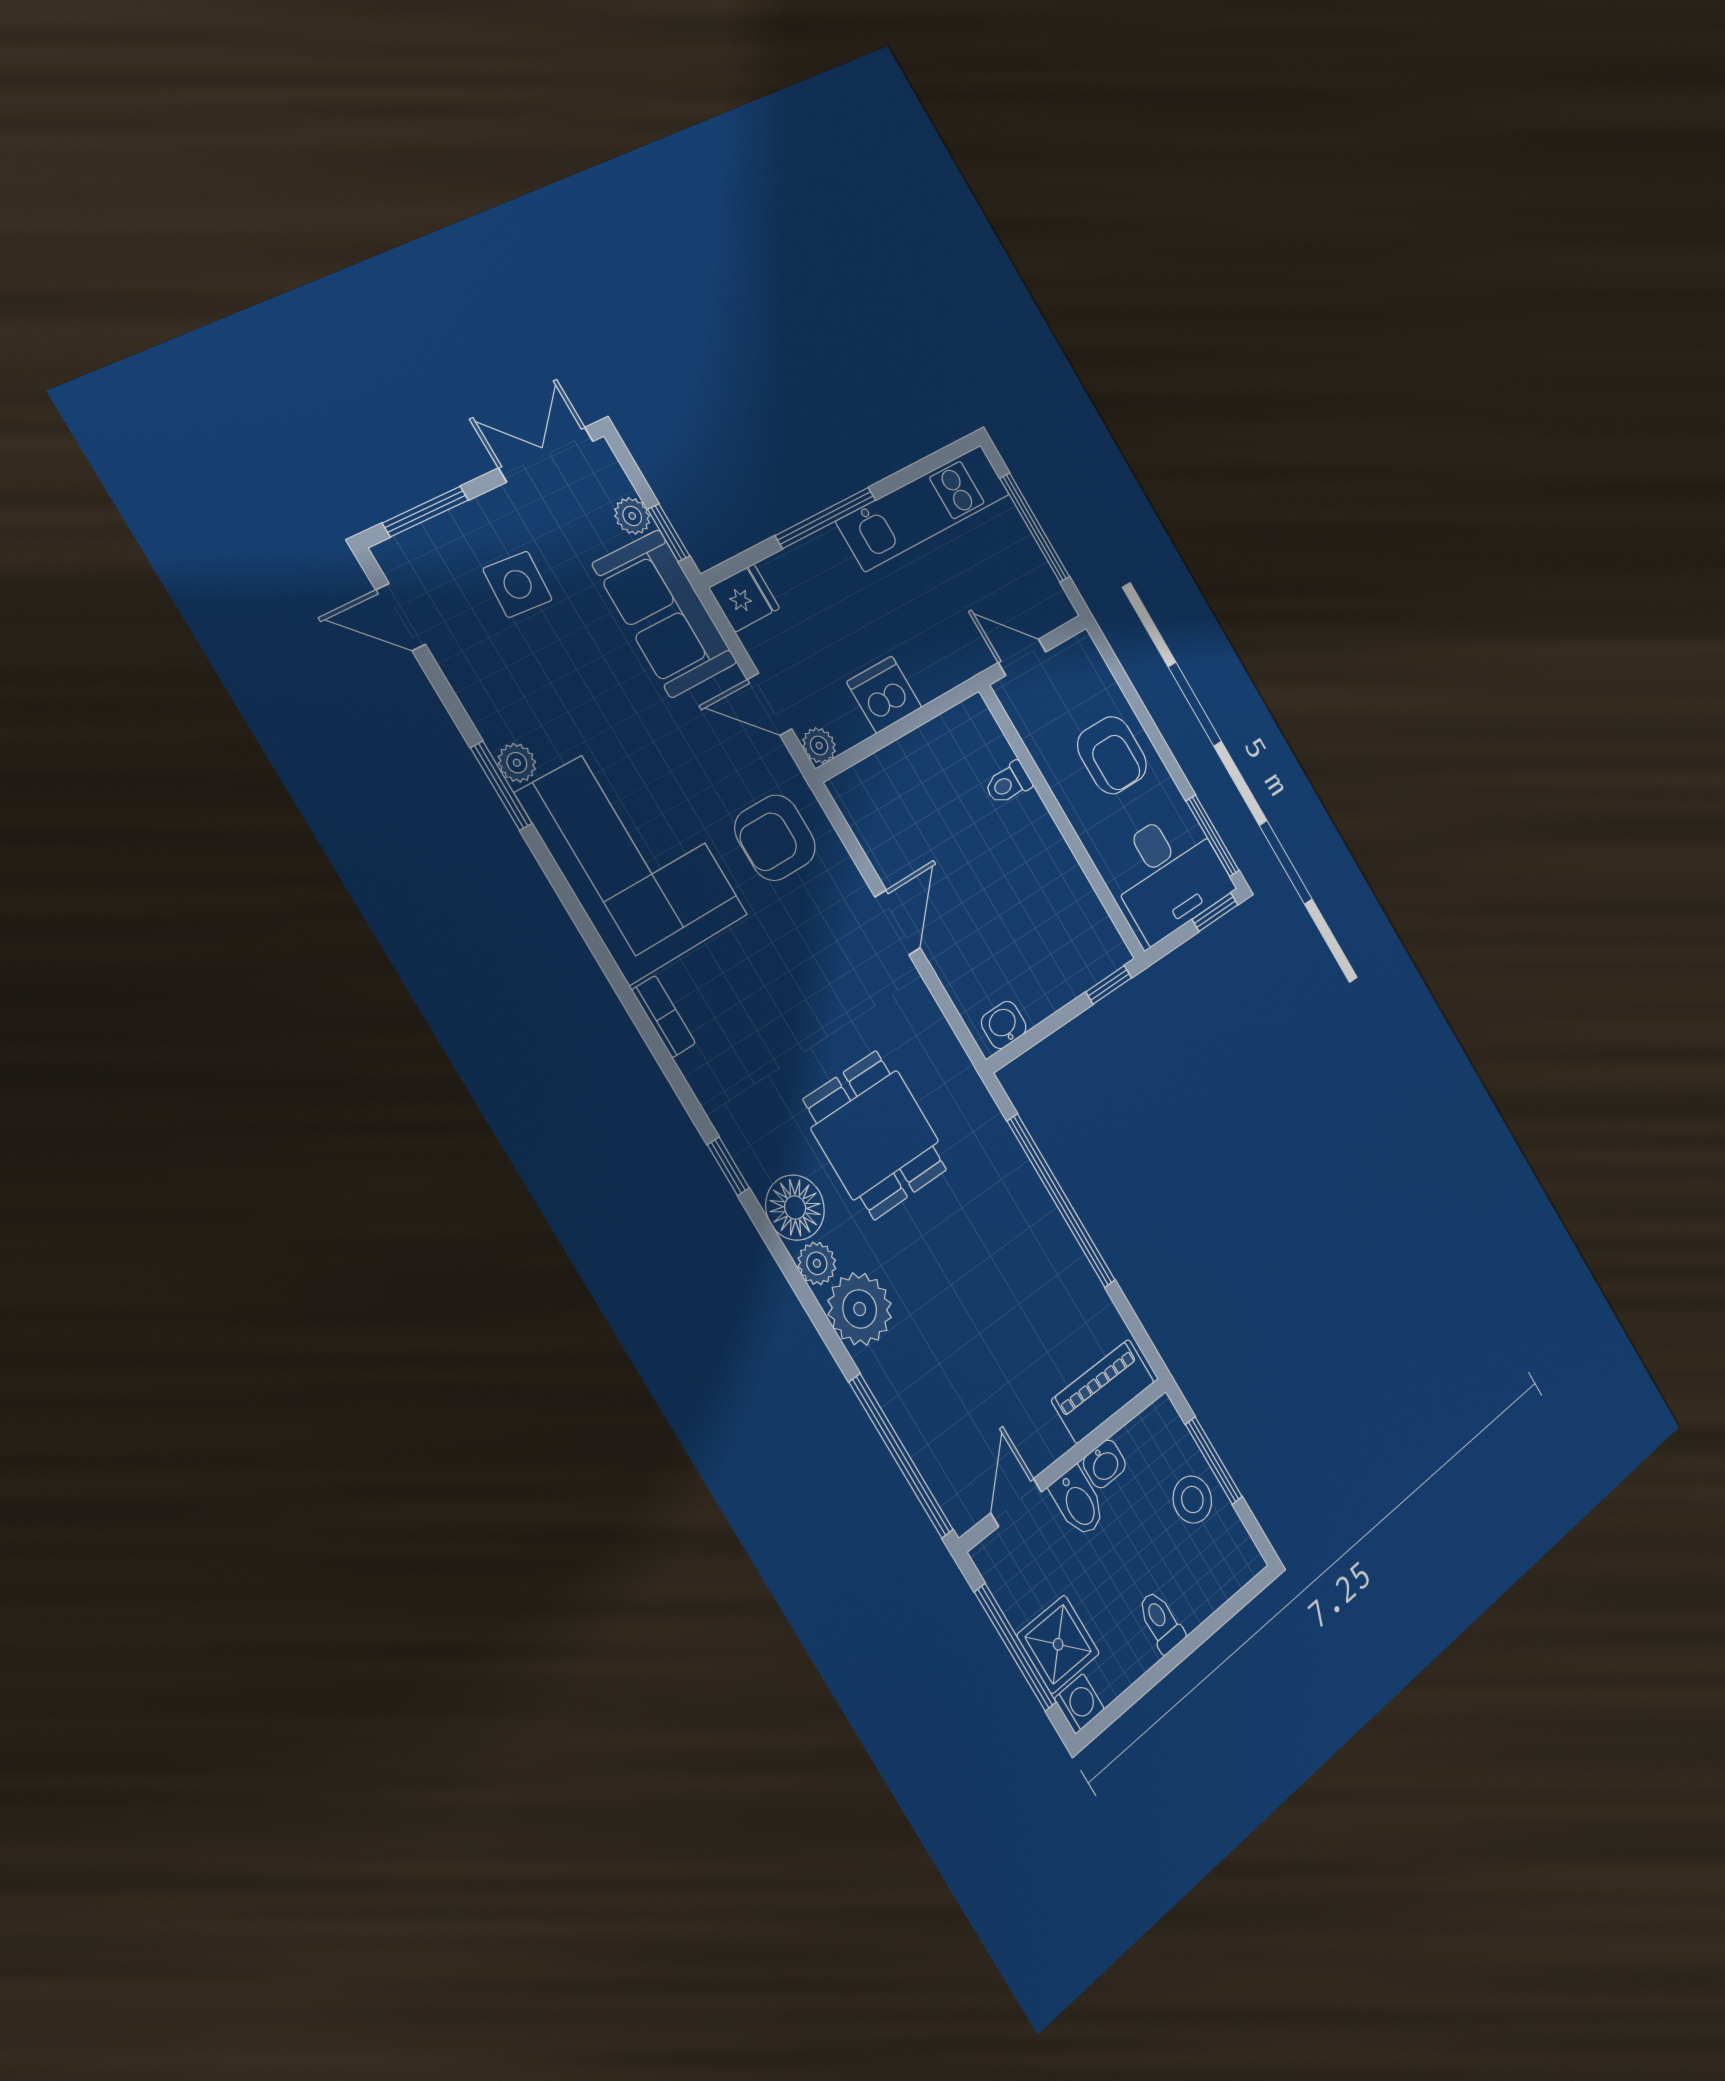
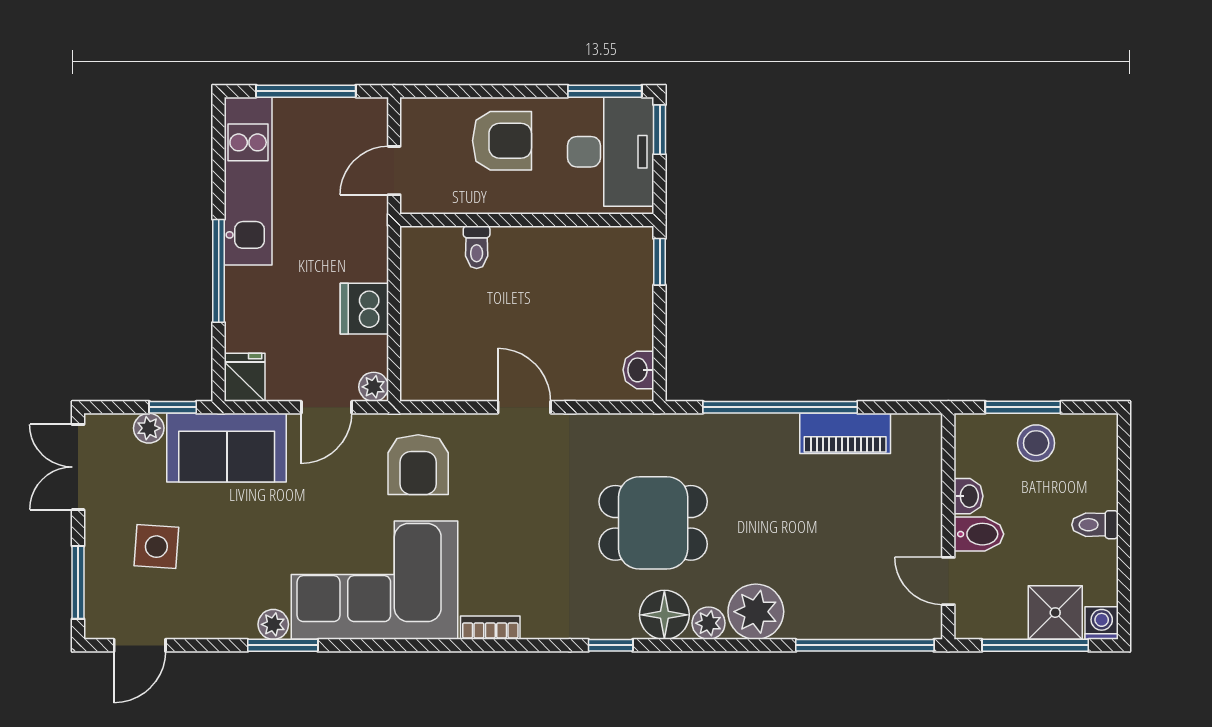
piano: (1103, 1391) -> (845, 433), moved, turned -90

